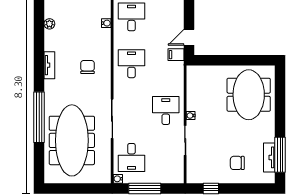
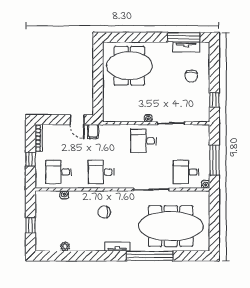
tv unit: (49, 65) -> (117, 246), moved
desk: (131, 157) -> (186, 172), turned 180

